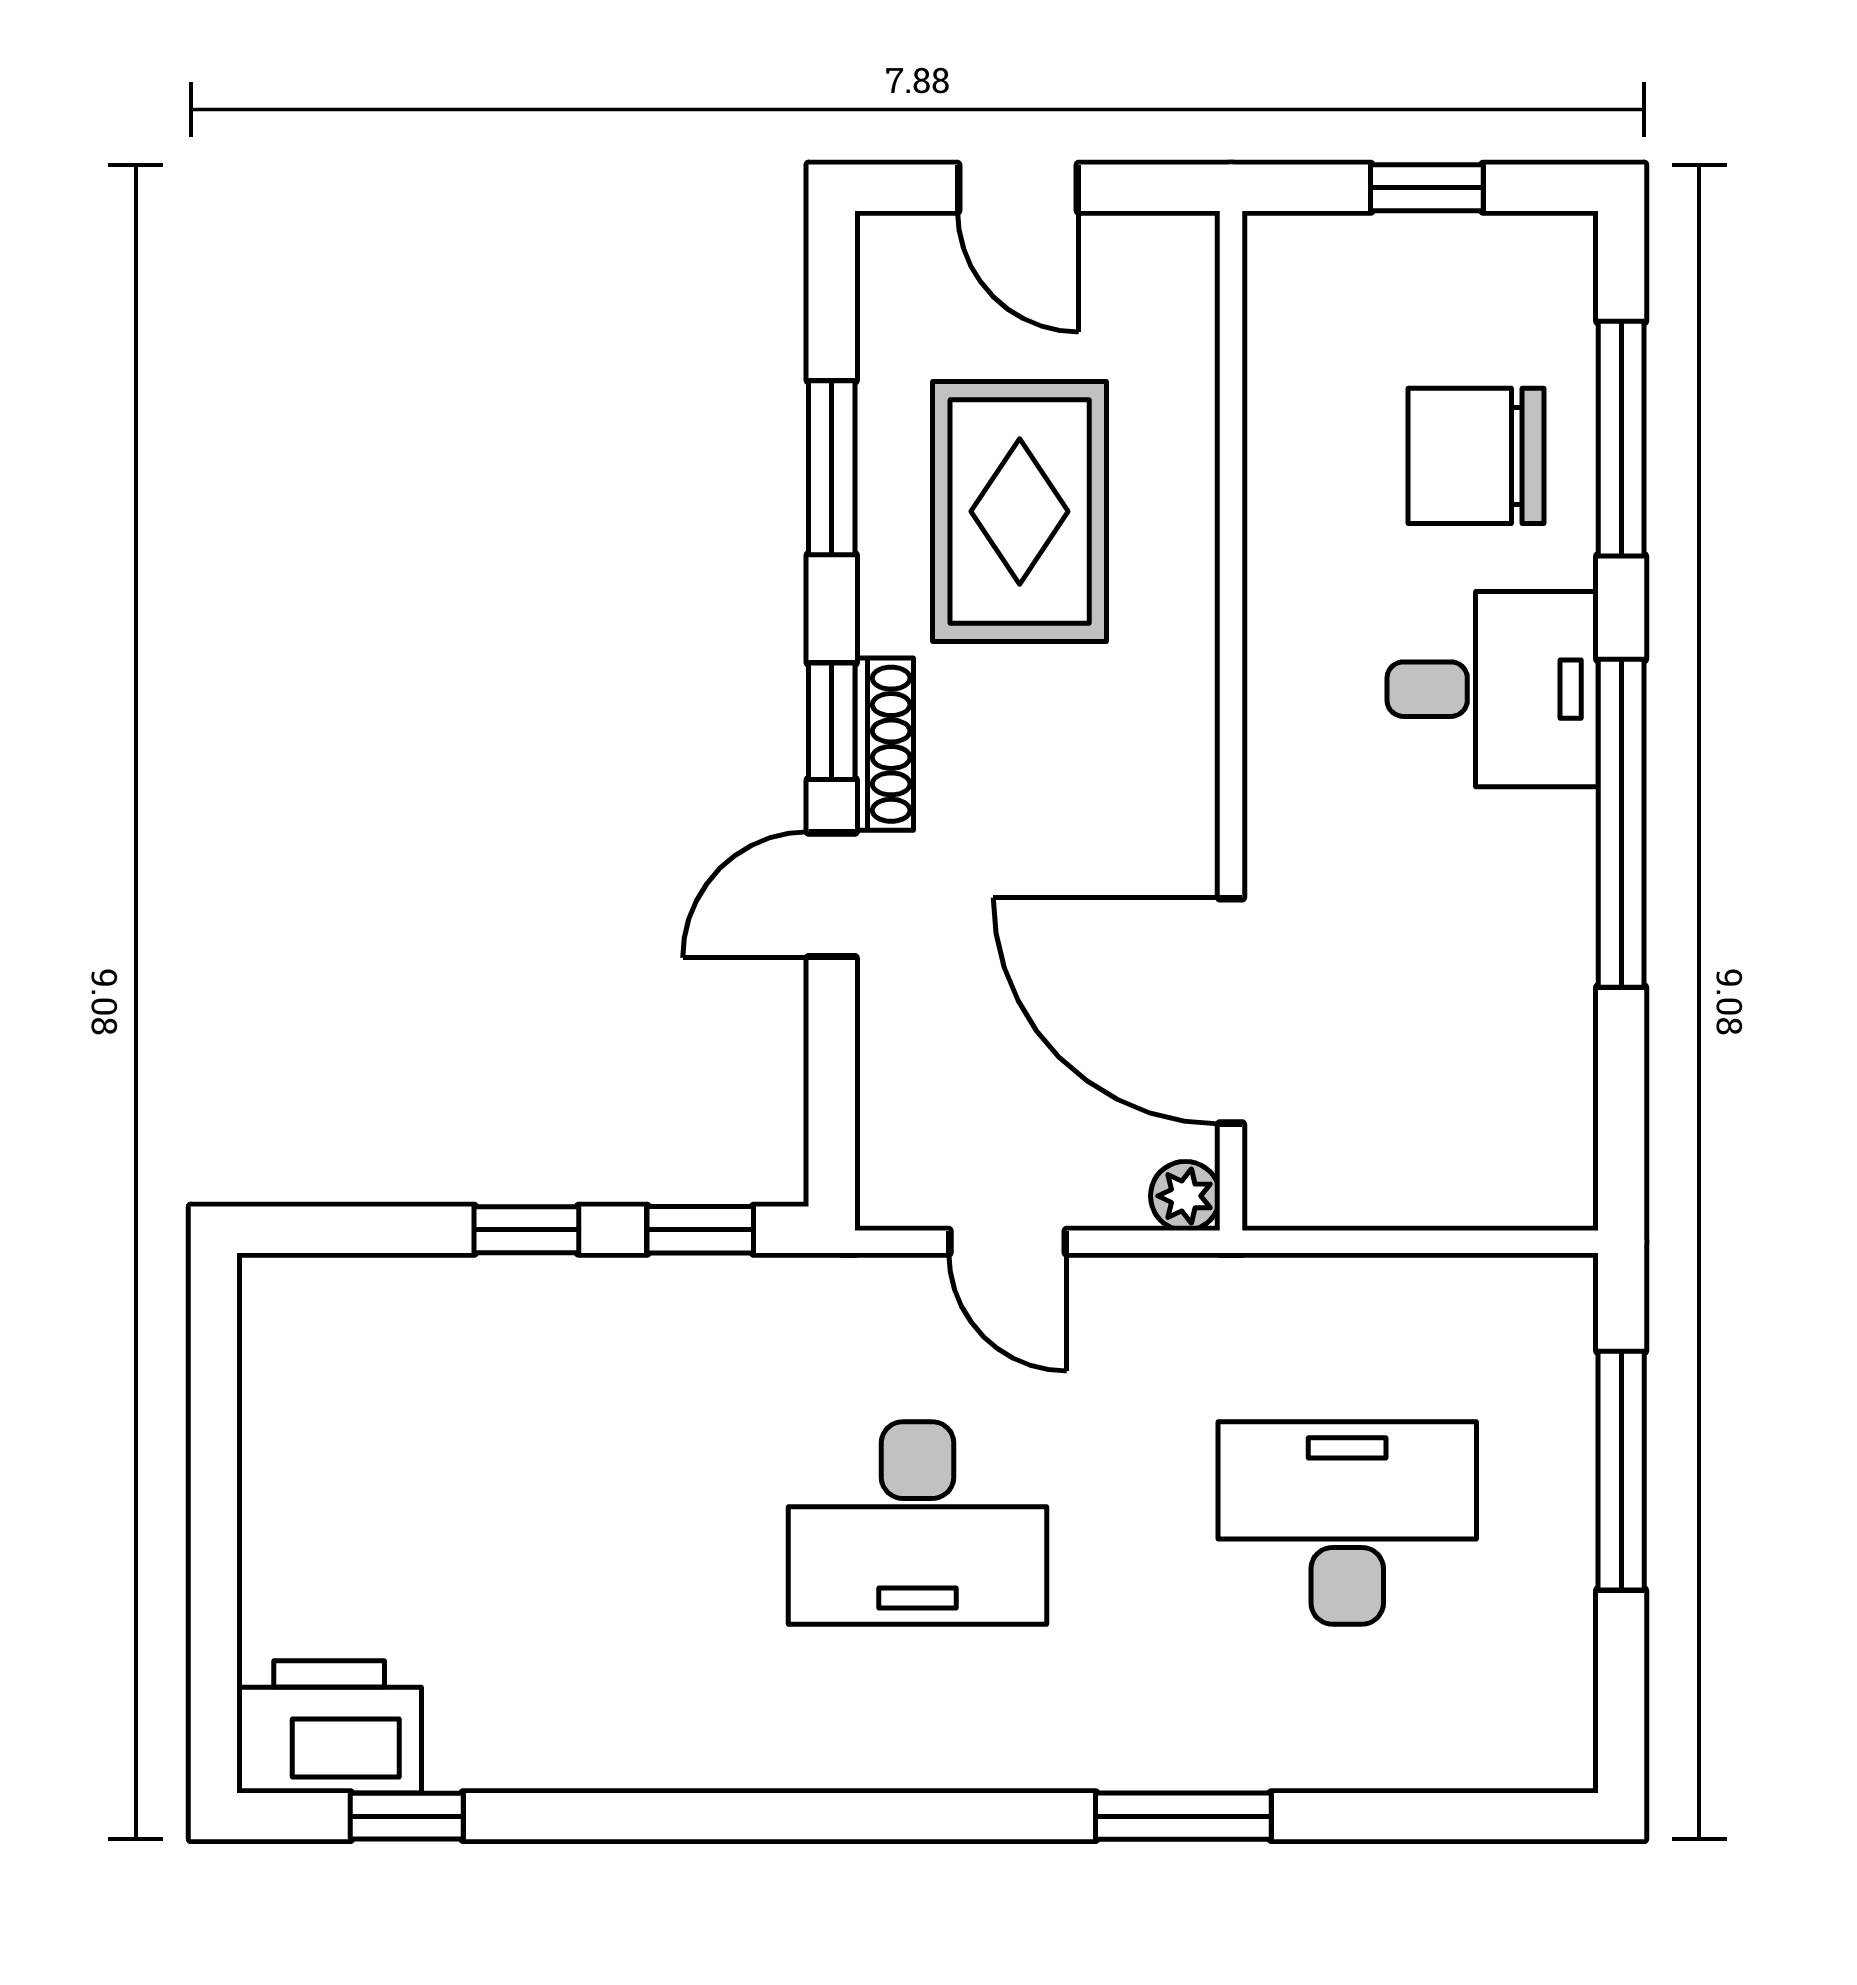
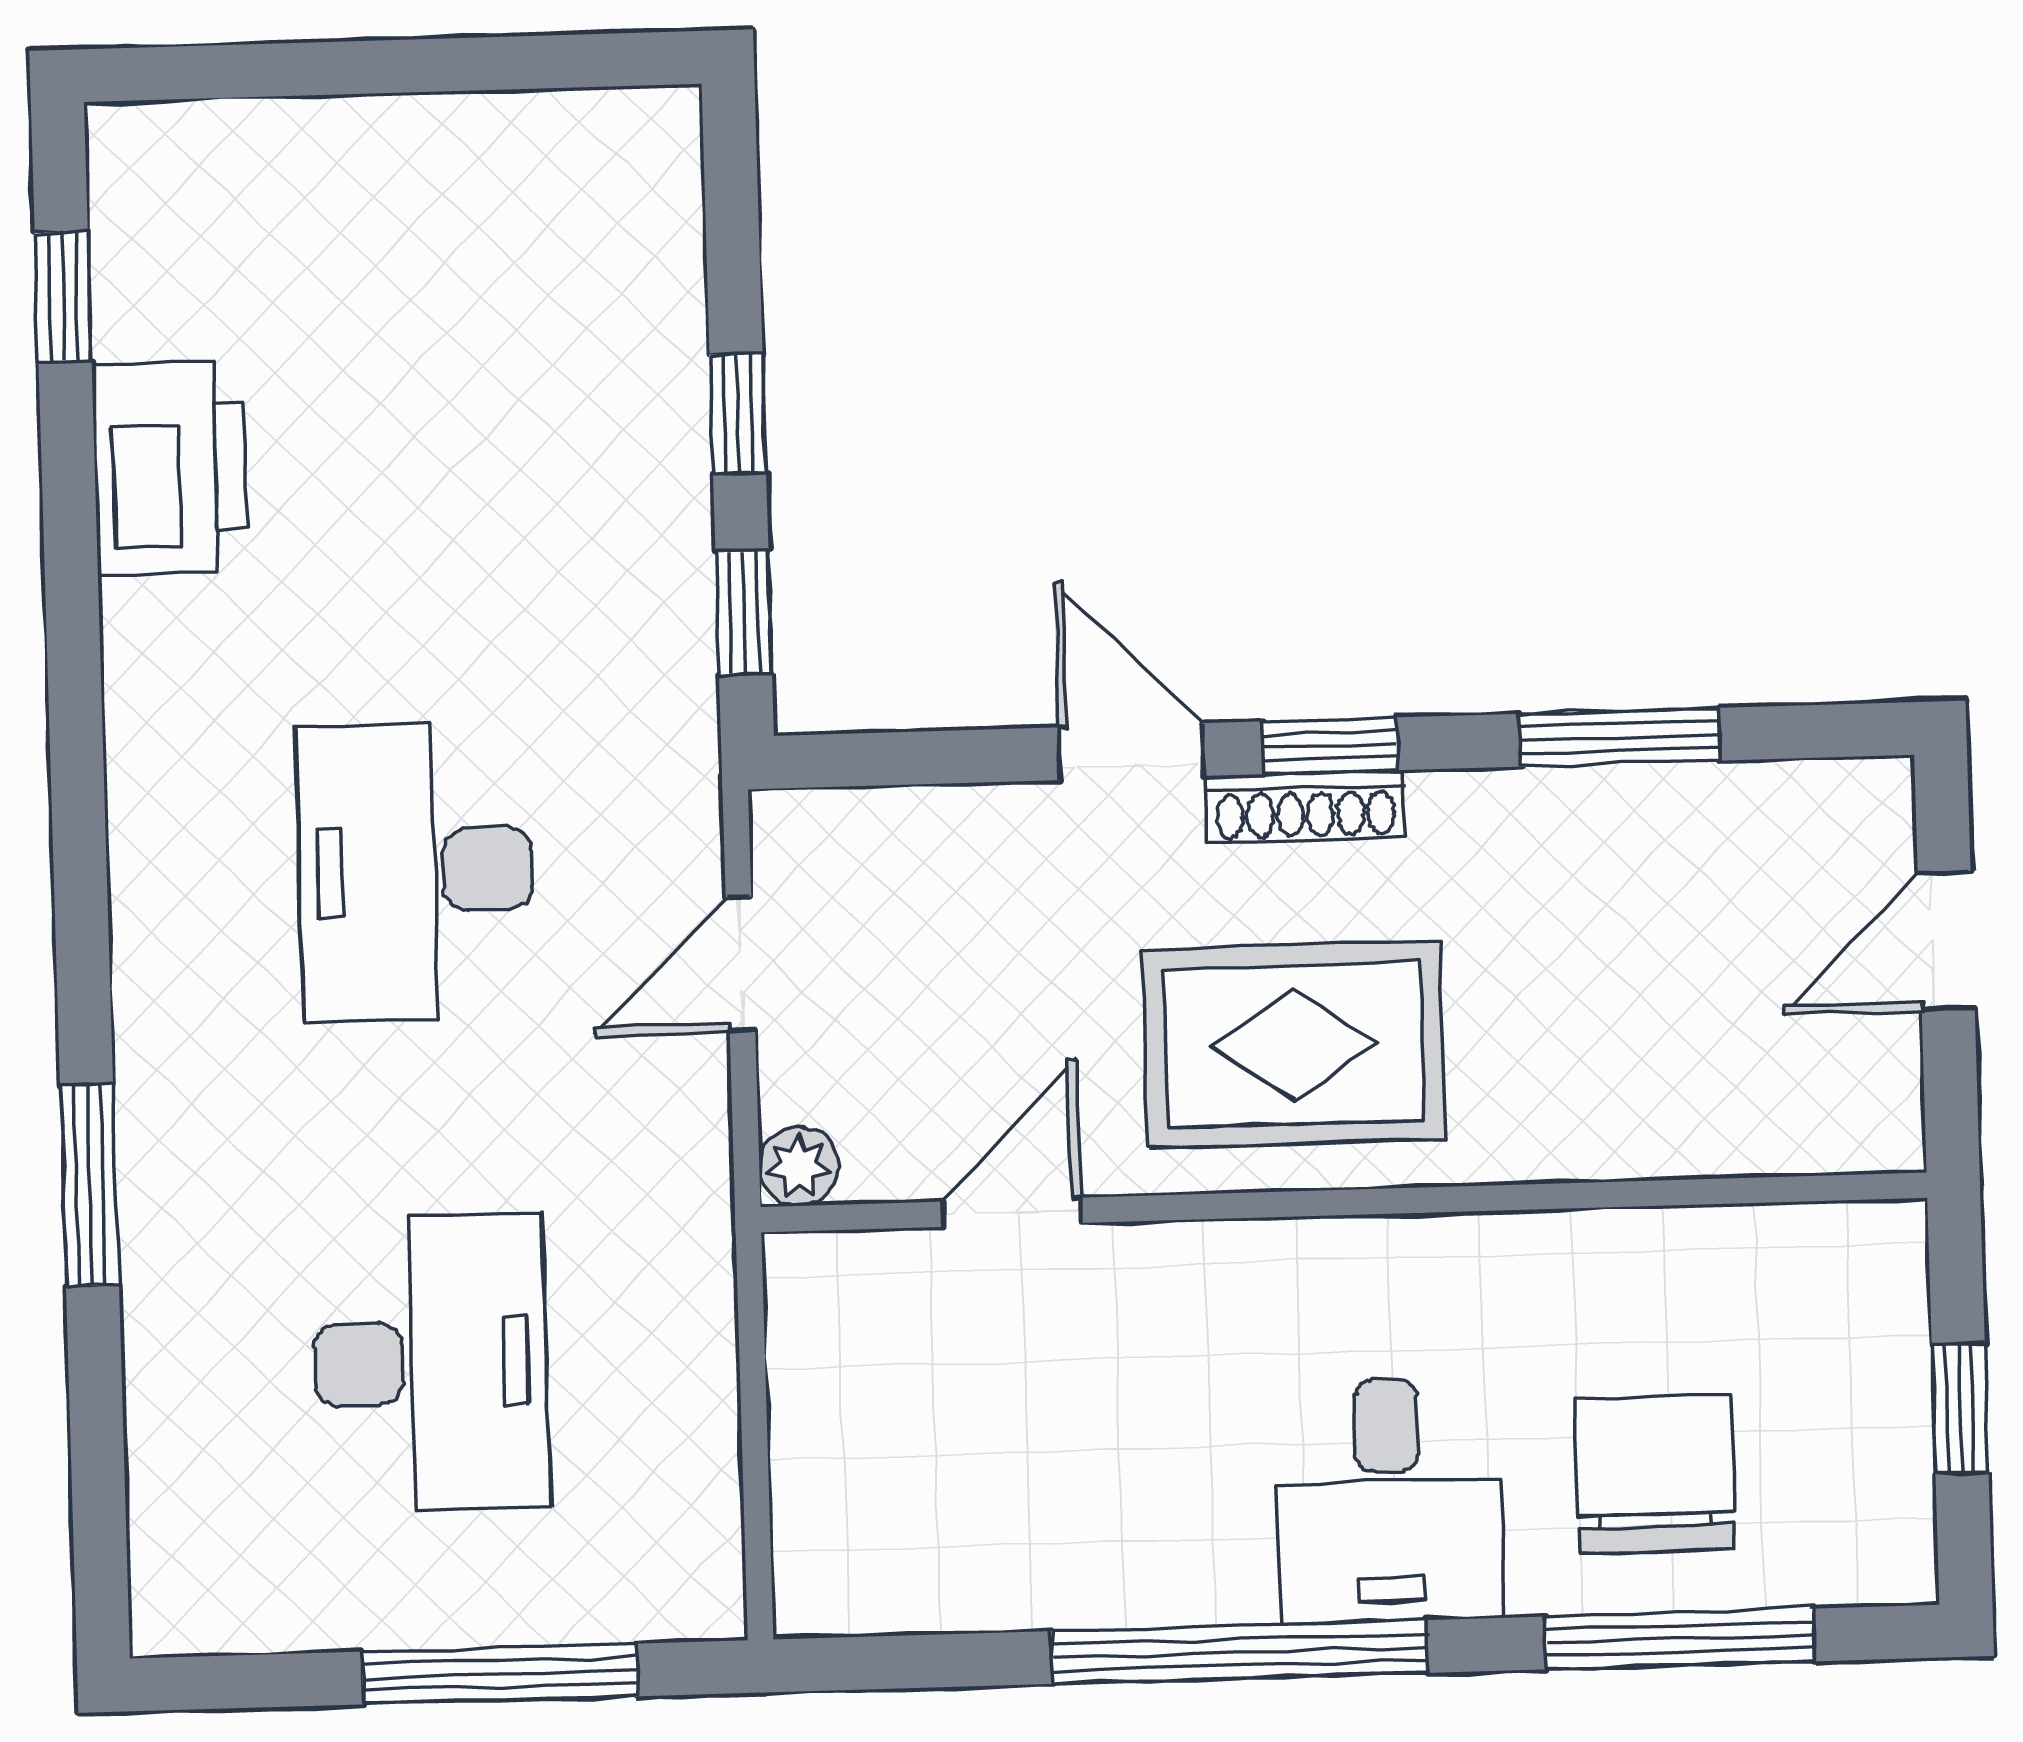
rug: (1020, 511) -> (1294, 1045), moved
door: (1231, 1011) -> (1012, 1212), width x0.53
printer: (329, 1727) -> (170, 468), moved

